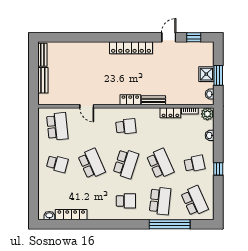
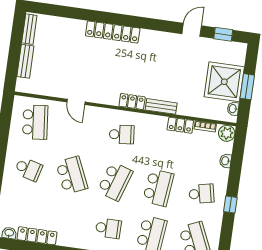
locker: (131, 48) -> (113, 32), moved
shower: (206, 74) -> (224, 82), width x1.86, depth x1.86
school desk: (160, 164) -> (158, 188), turned 30

